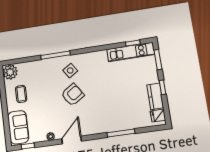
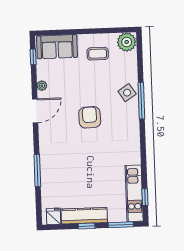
side table: (70, 70) -> (127, 93), moved
armchair: (73, 95) -> (90, 117), turned -149
kitchen counter: (155, 96) -> (84, 216), width x1.50
door: (72, 140) -> (35, 111), hinge flipped

